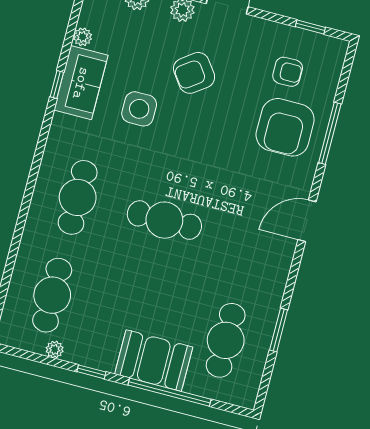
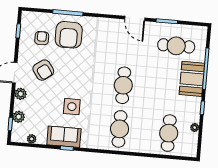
plant: (83, 37) -> (32, 139), moved
armchair: (194, 73) -> (43, 70), moved
armchair: (285, 127) -> (69, 35), turned 90
cafe table: (78, 197) -> (120, 129), turned 90
door: (307, 221) -> (135, 18), moved
cafe table: (52, 295) -> (169, 133), turned 90

